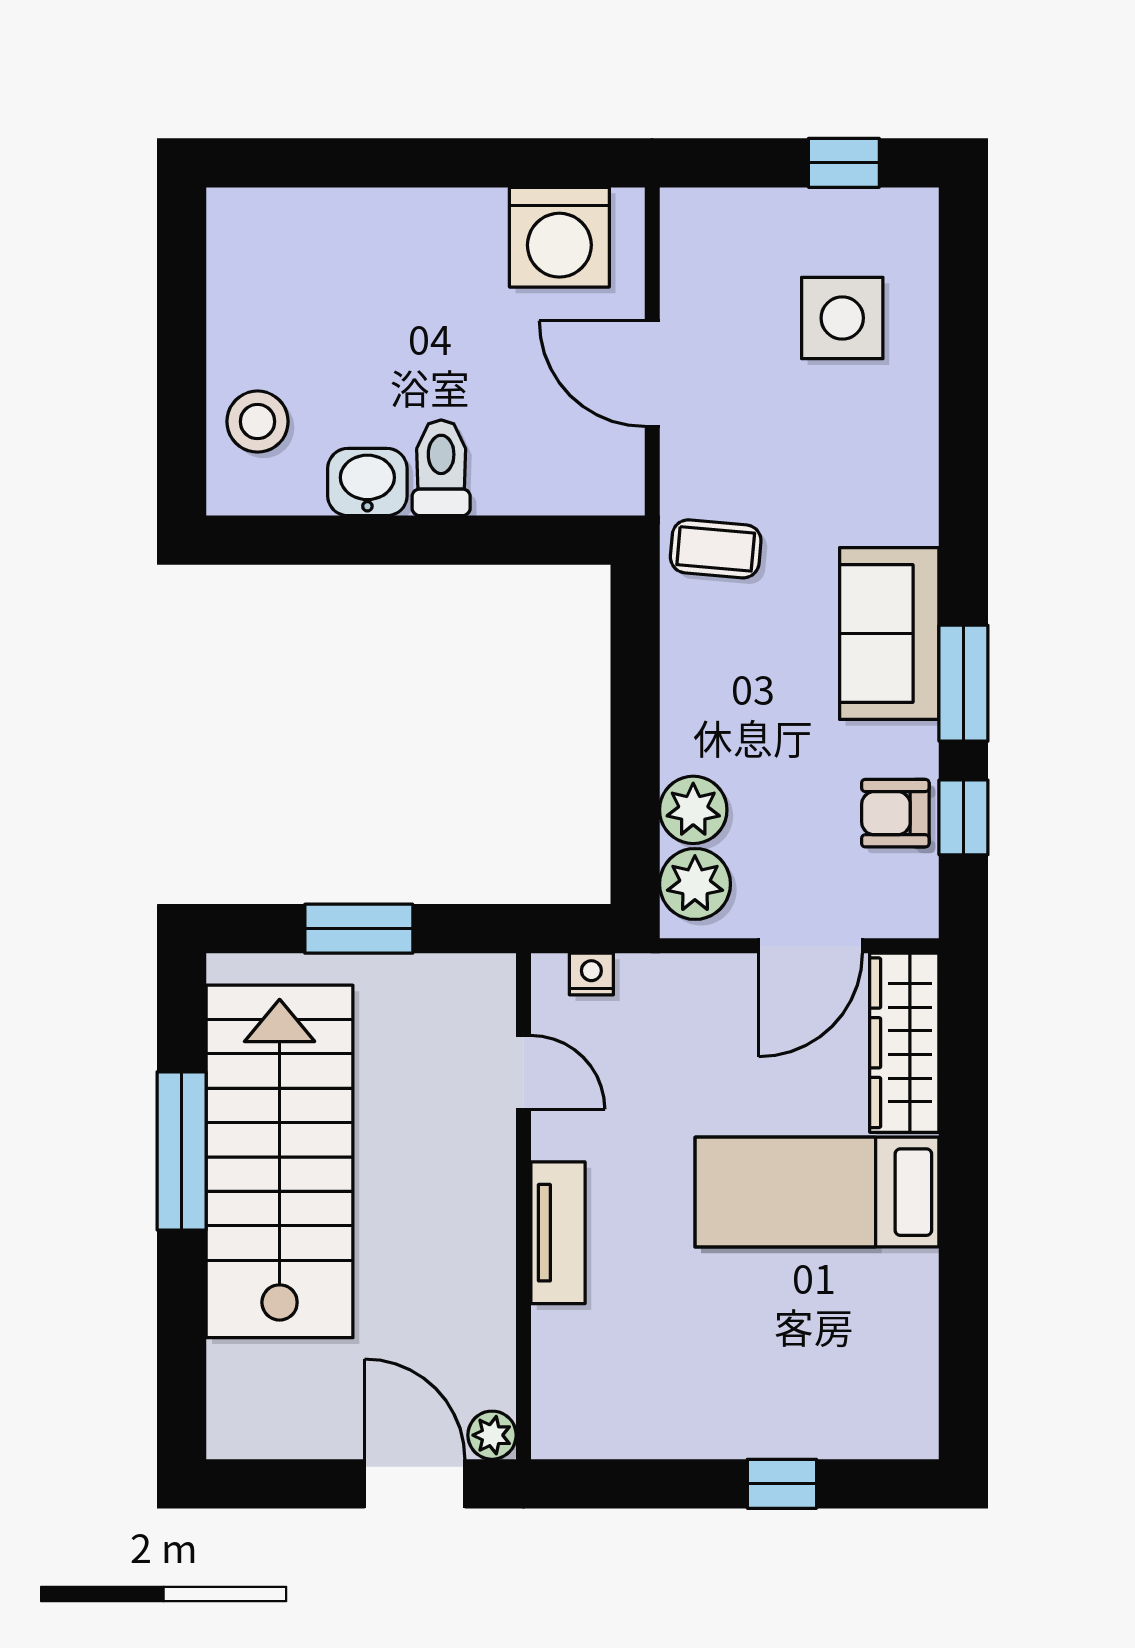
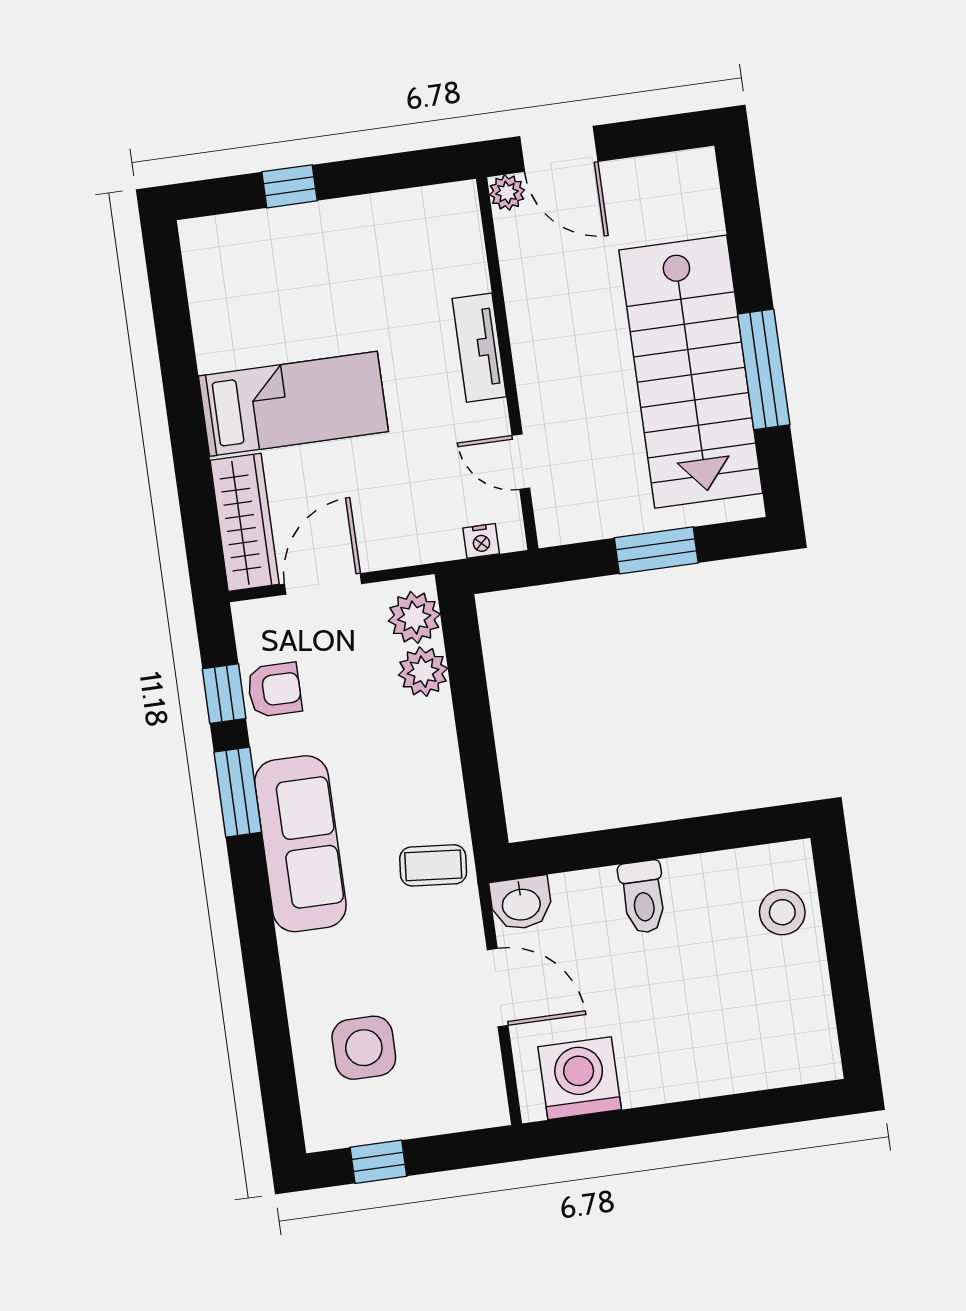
washbasin: (367, 482) -> (521, 903), moved
sofa: (889, 633) -> (300, 844), width x1.36

